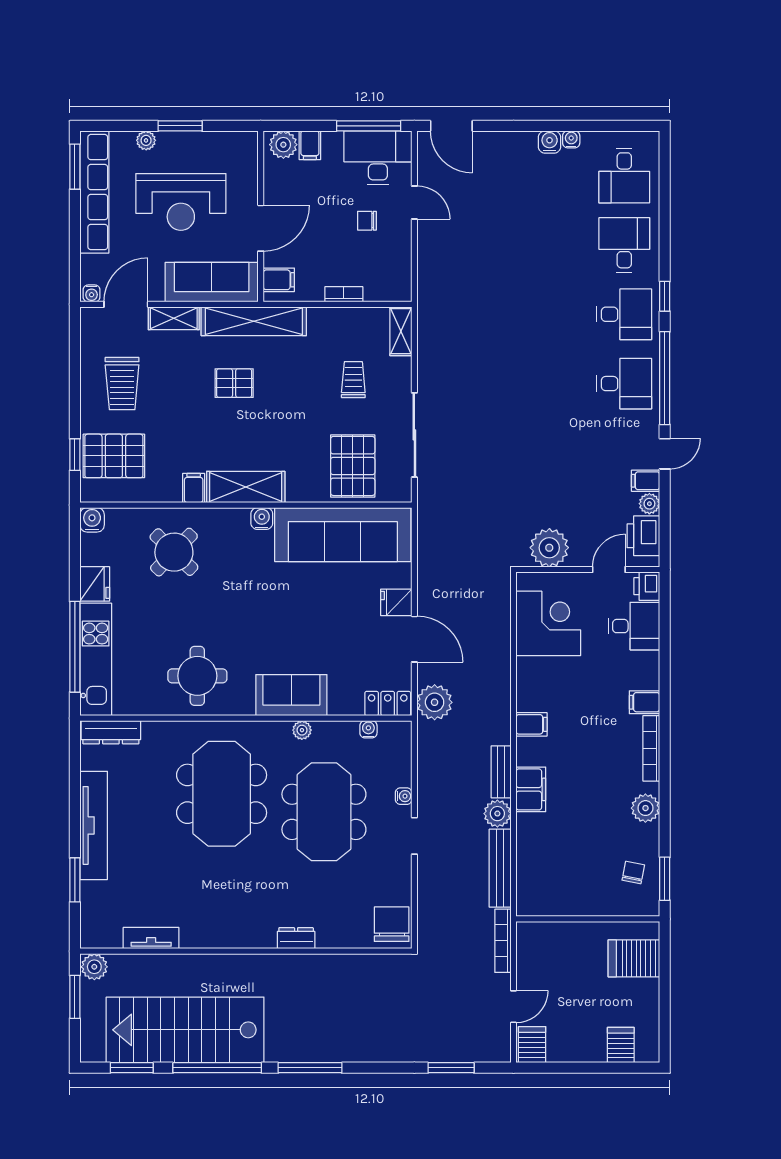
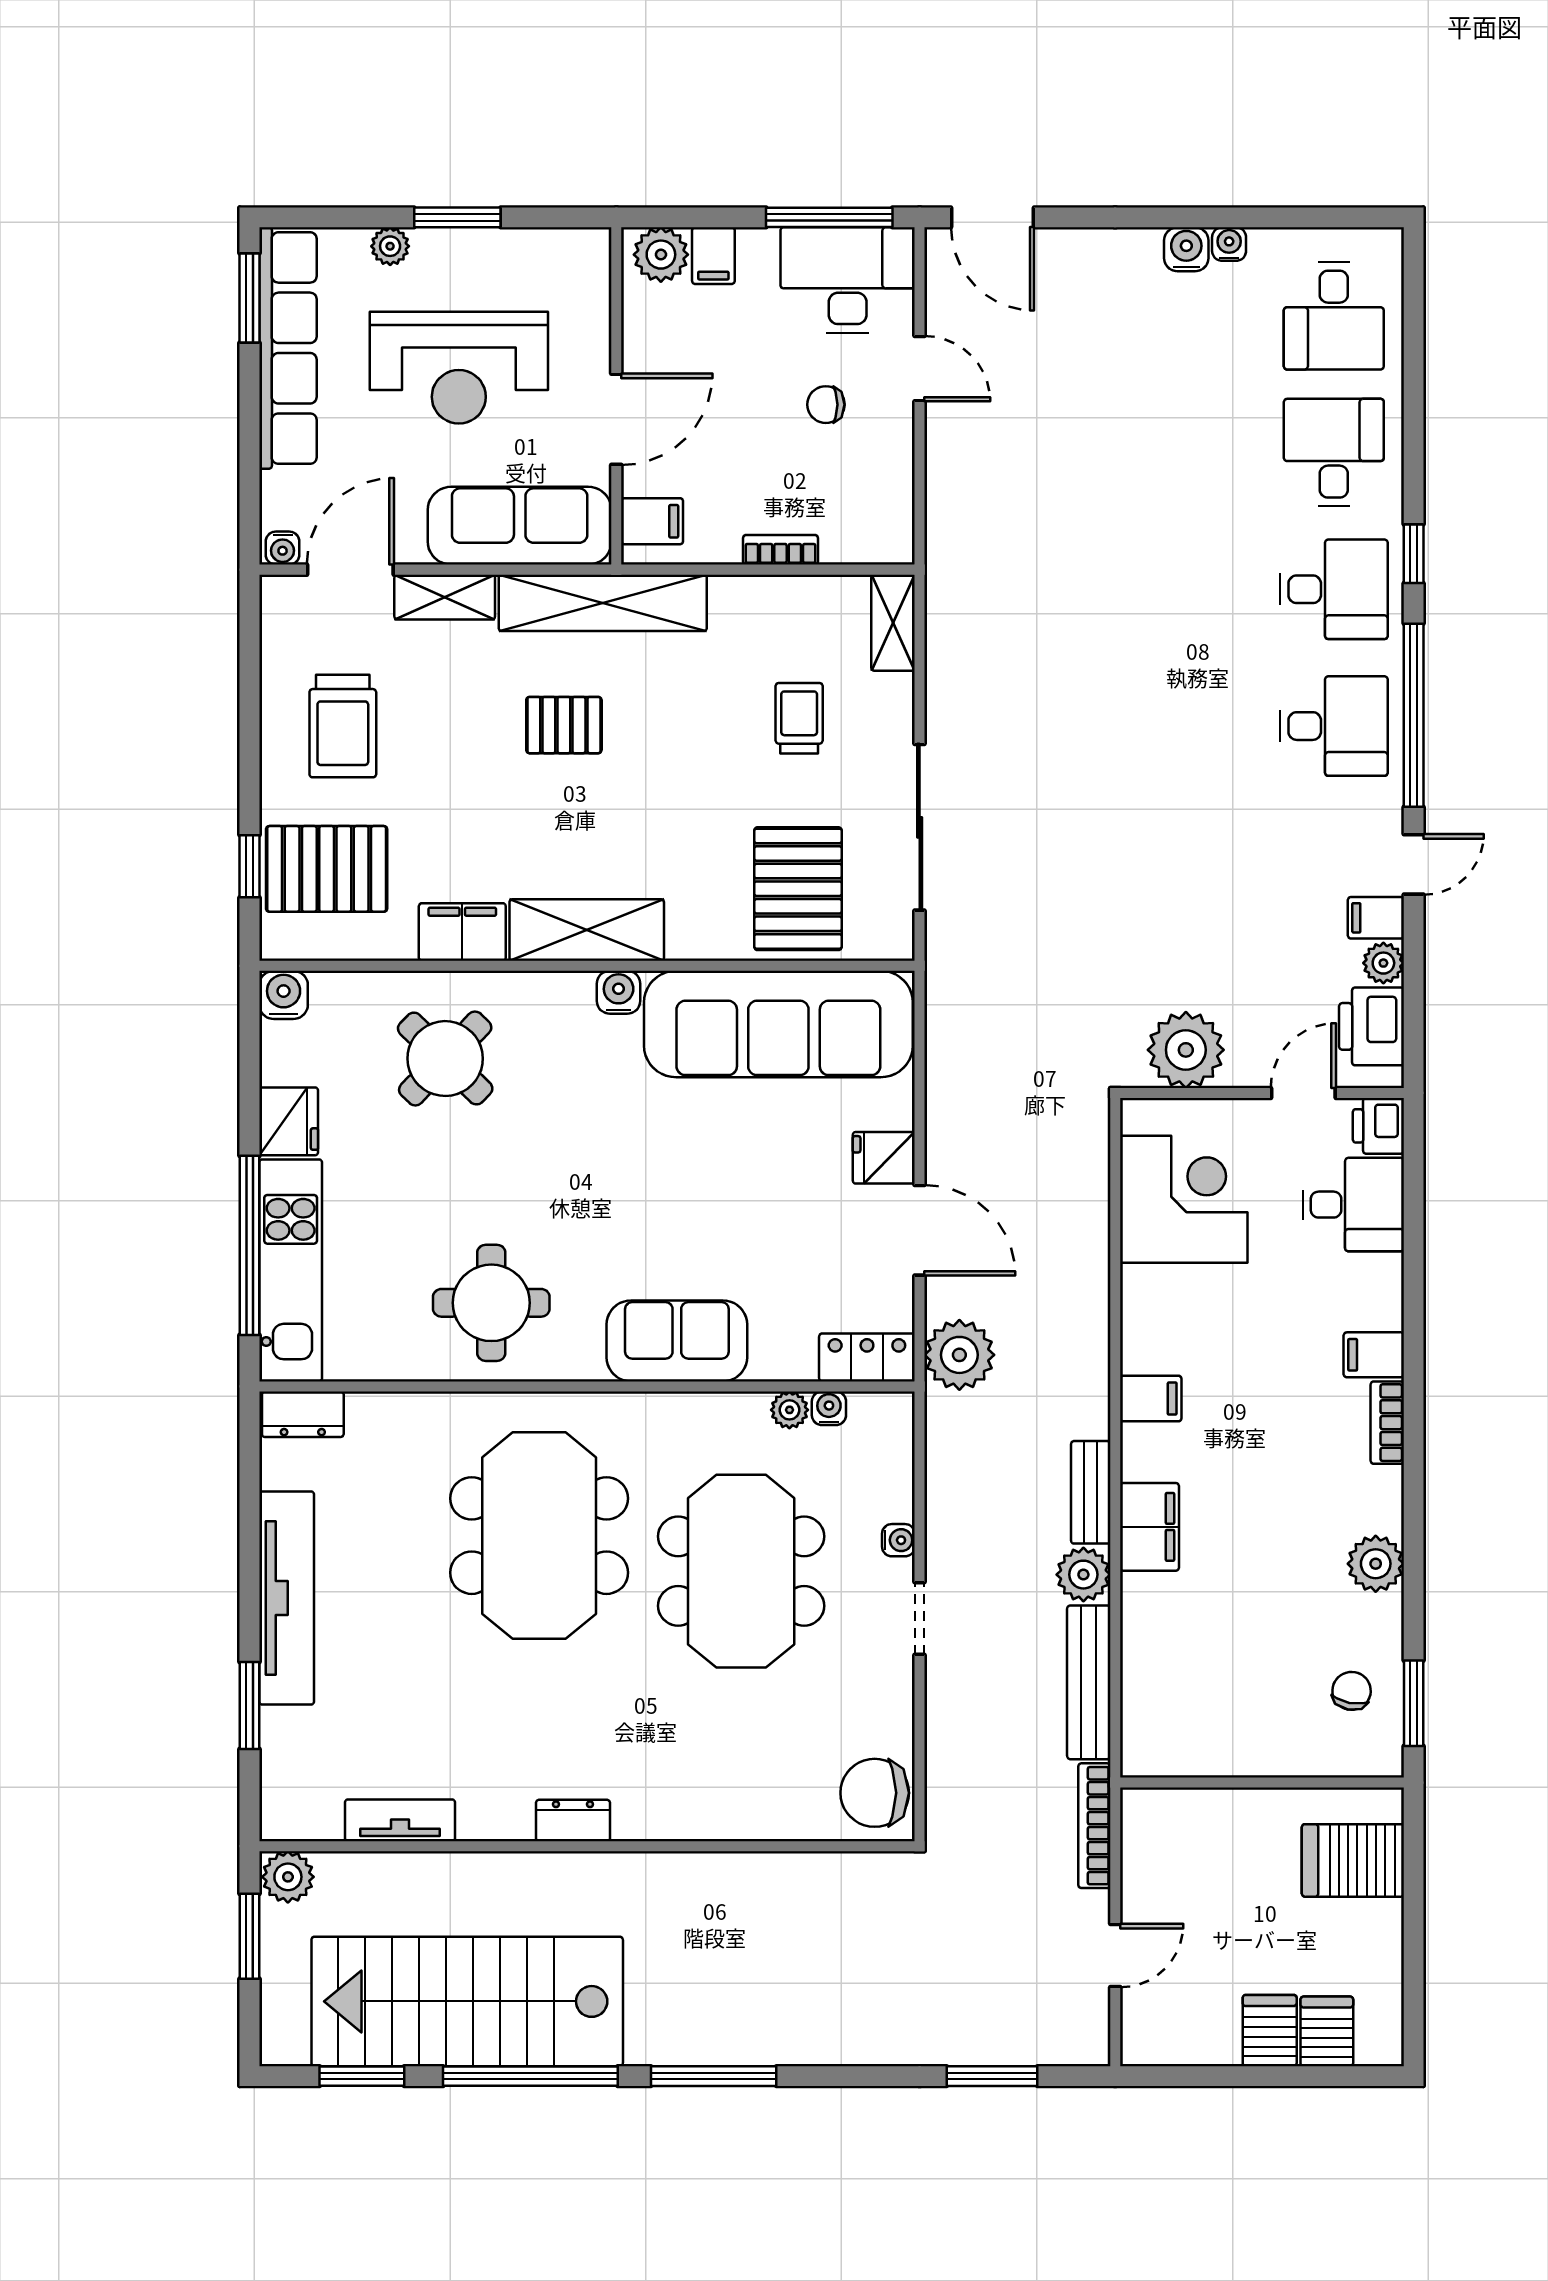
filing cabinet: (194, 488) -> (462, 932), width x2.00
plant: (302, 730) -> (789, 1410), moved
dresser: (111, 732) -> (303, 1414), width x0.70
bookcase: (651, 748) -> (1387, 1423), width x0.64
chair: (392, 924) -> (875, 1793), turned -90
dresser: (296, 938) -> (573, 1820), moved
server rack: (532, 1045) -> (1270, 2031), moved

